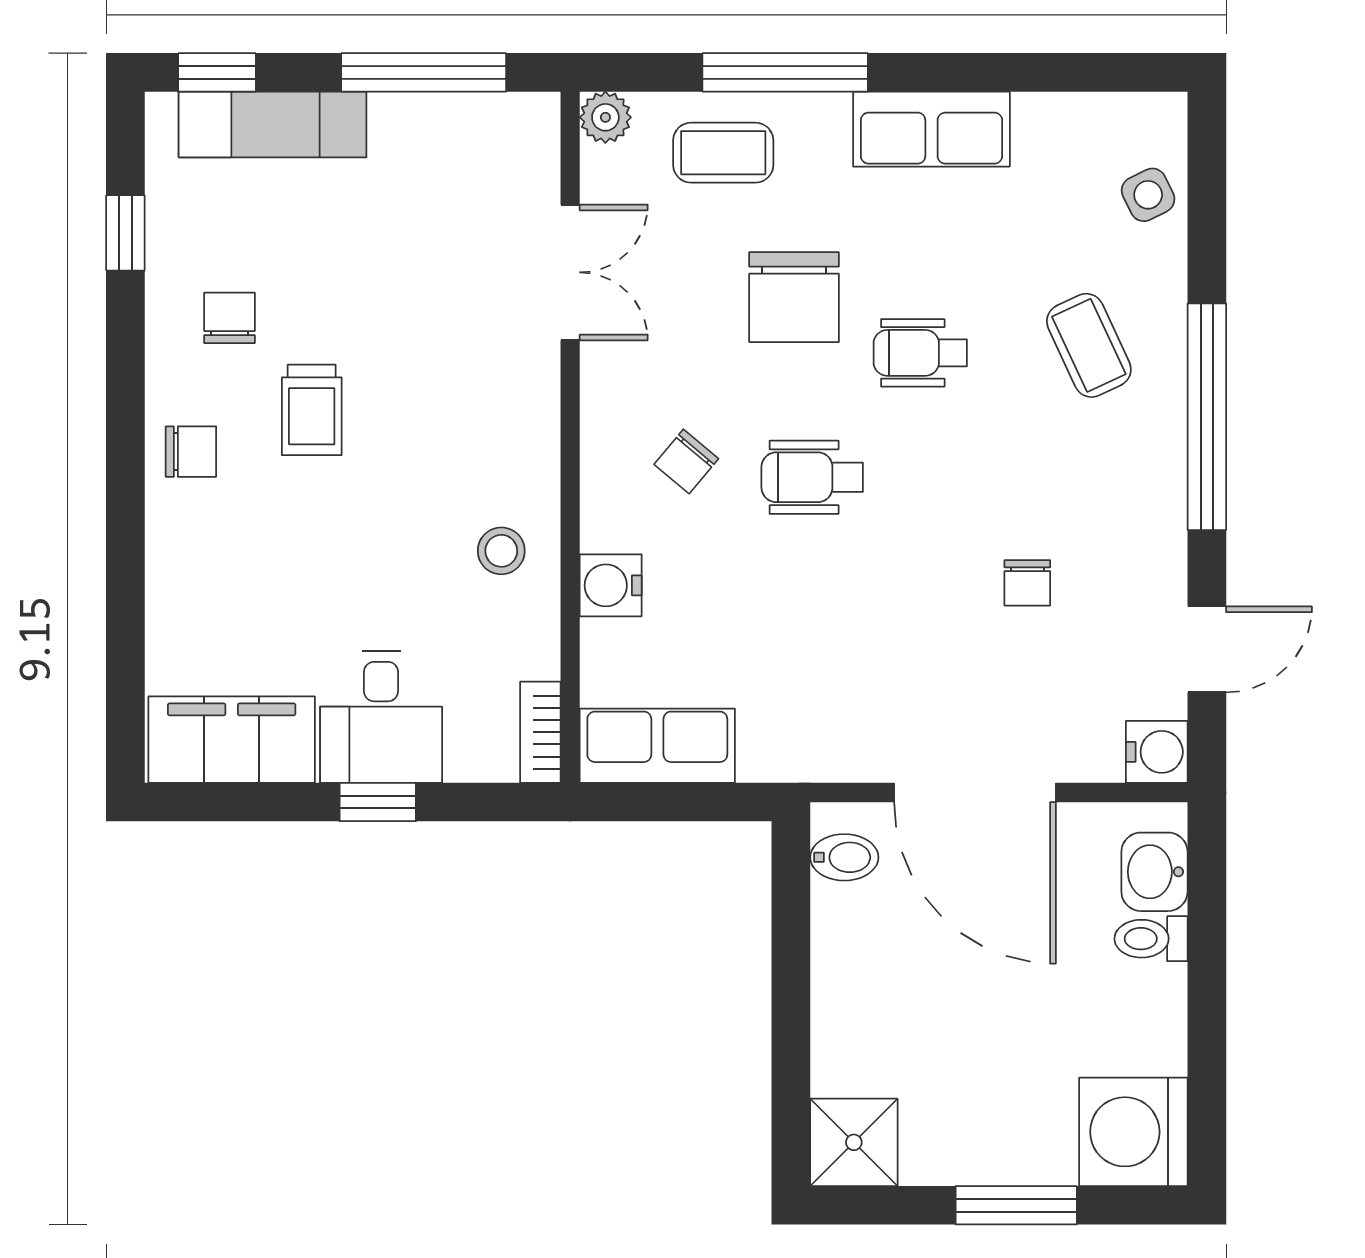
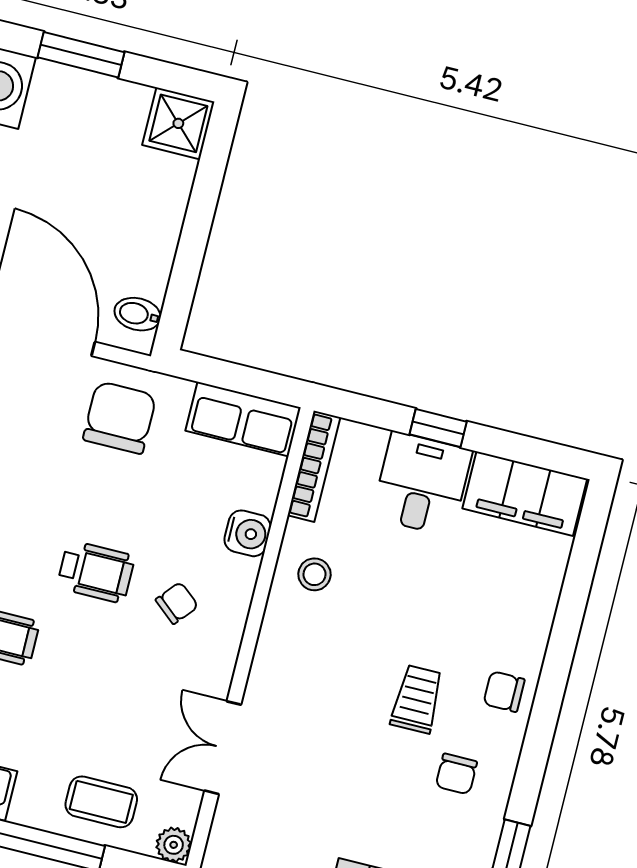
chair: (794, 297) -> (120, 418), moved
bookcase: (540, 732) -> (314, 466), width x1.56

